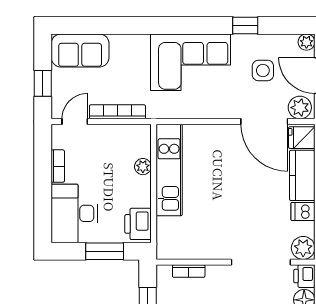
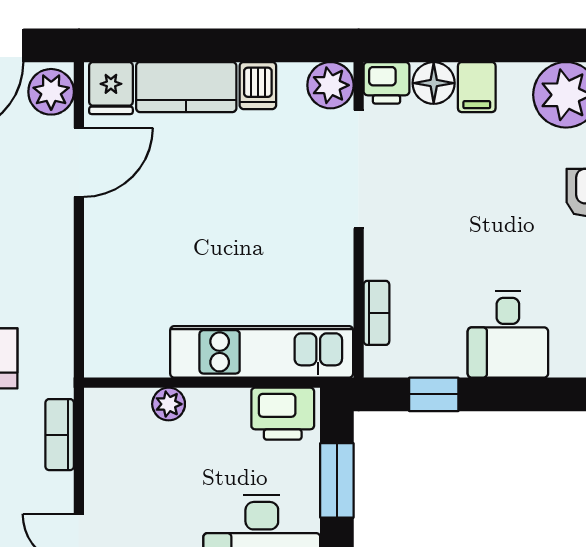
bookcase: (117, 112) -> (60, 435), width x0.64
door: (264, 121) -> (79, 162), width x0.73
kitchen unit: (169, 170) -> (262, 352), moved

